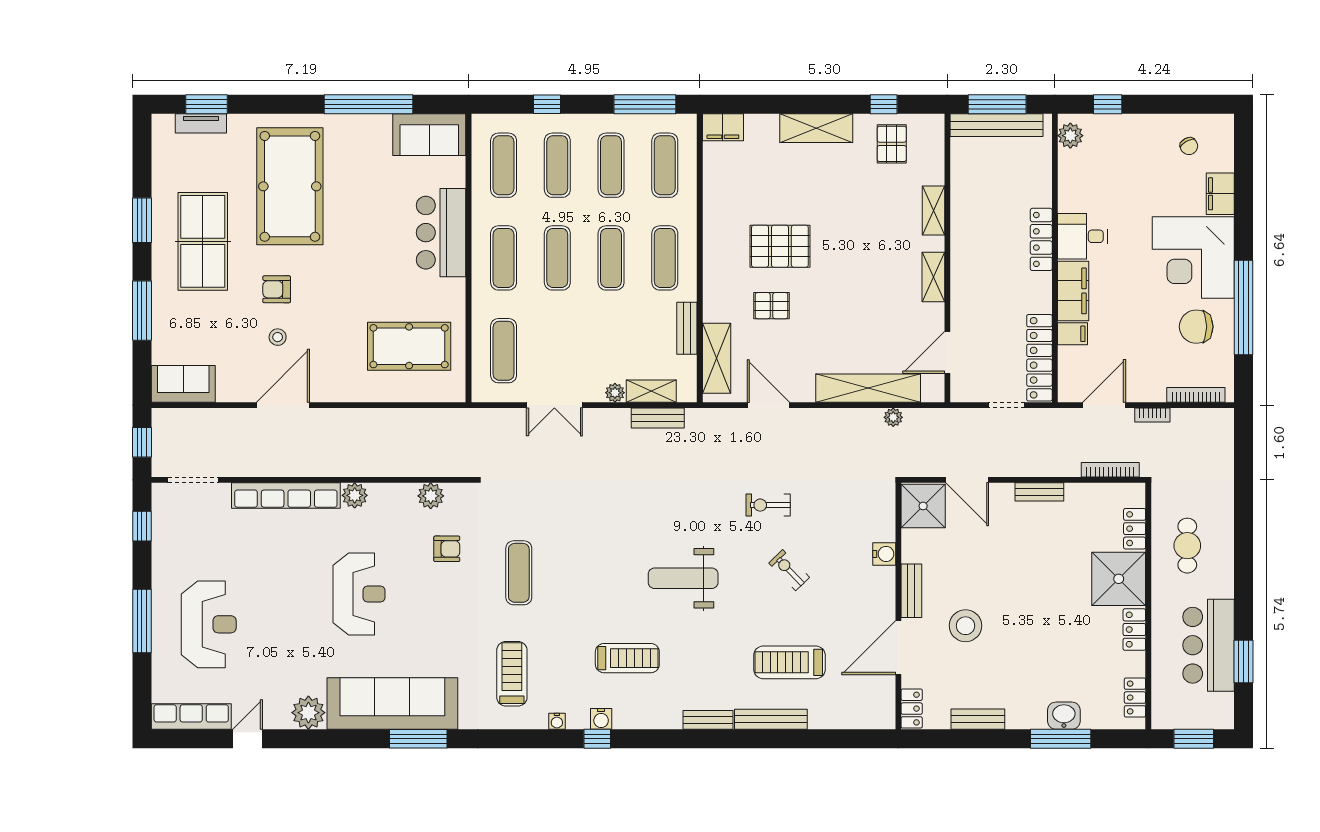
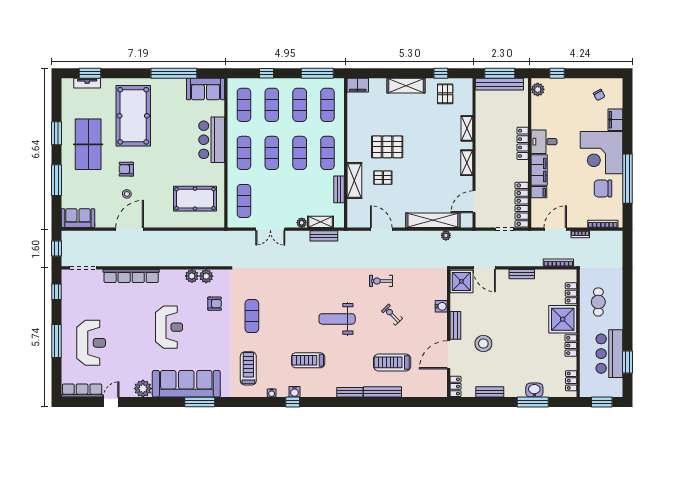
shelving: (717, 358) -> (354, 181), moved
plant: (355, 495) -> (192, 276), moved
treadmill: (627, 658) -> (308, 360), turned 180

